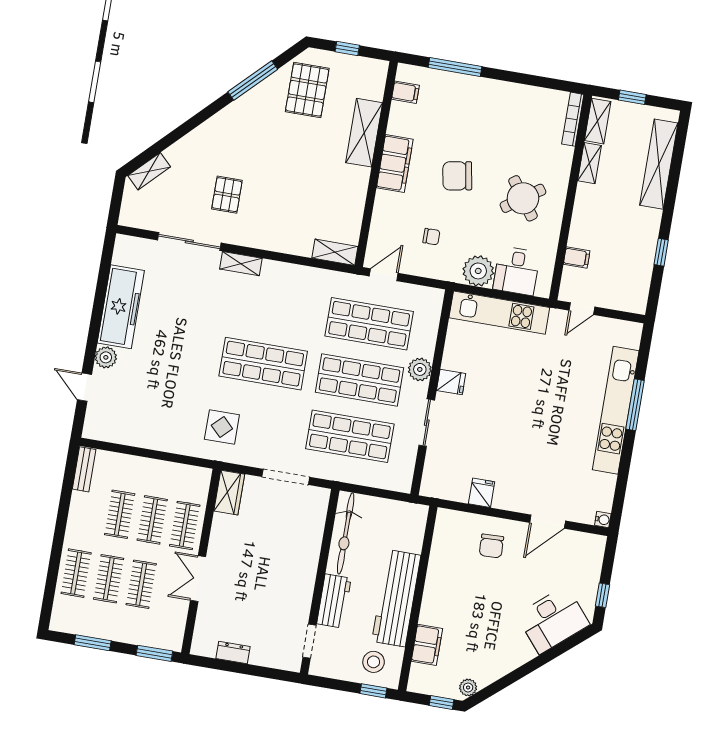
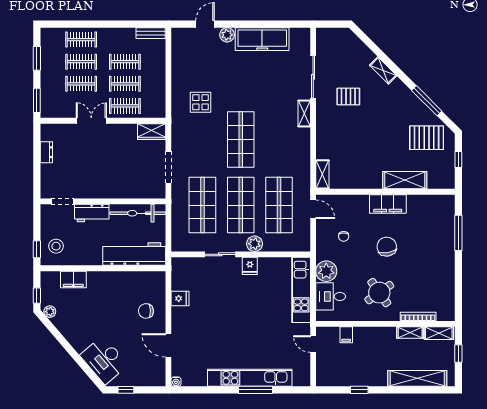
filing cabinet: (405, 92) -> (436, 203), removed
bookcase: (573, 119) -> (418, 317), moved
shelving: (149, 171) -> (383, 70), moved
display table: (222, 427) -> (201, 102), moved
workbench: (396, 598) -> (134, 254), moved

